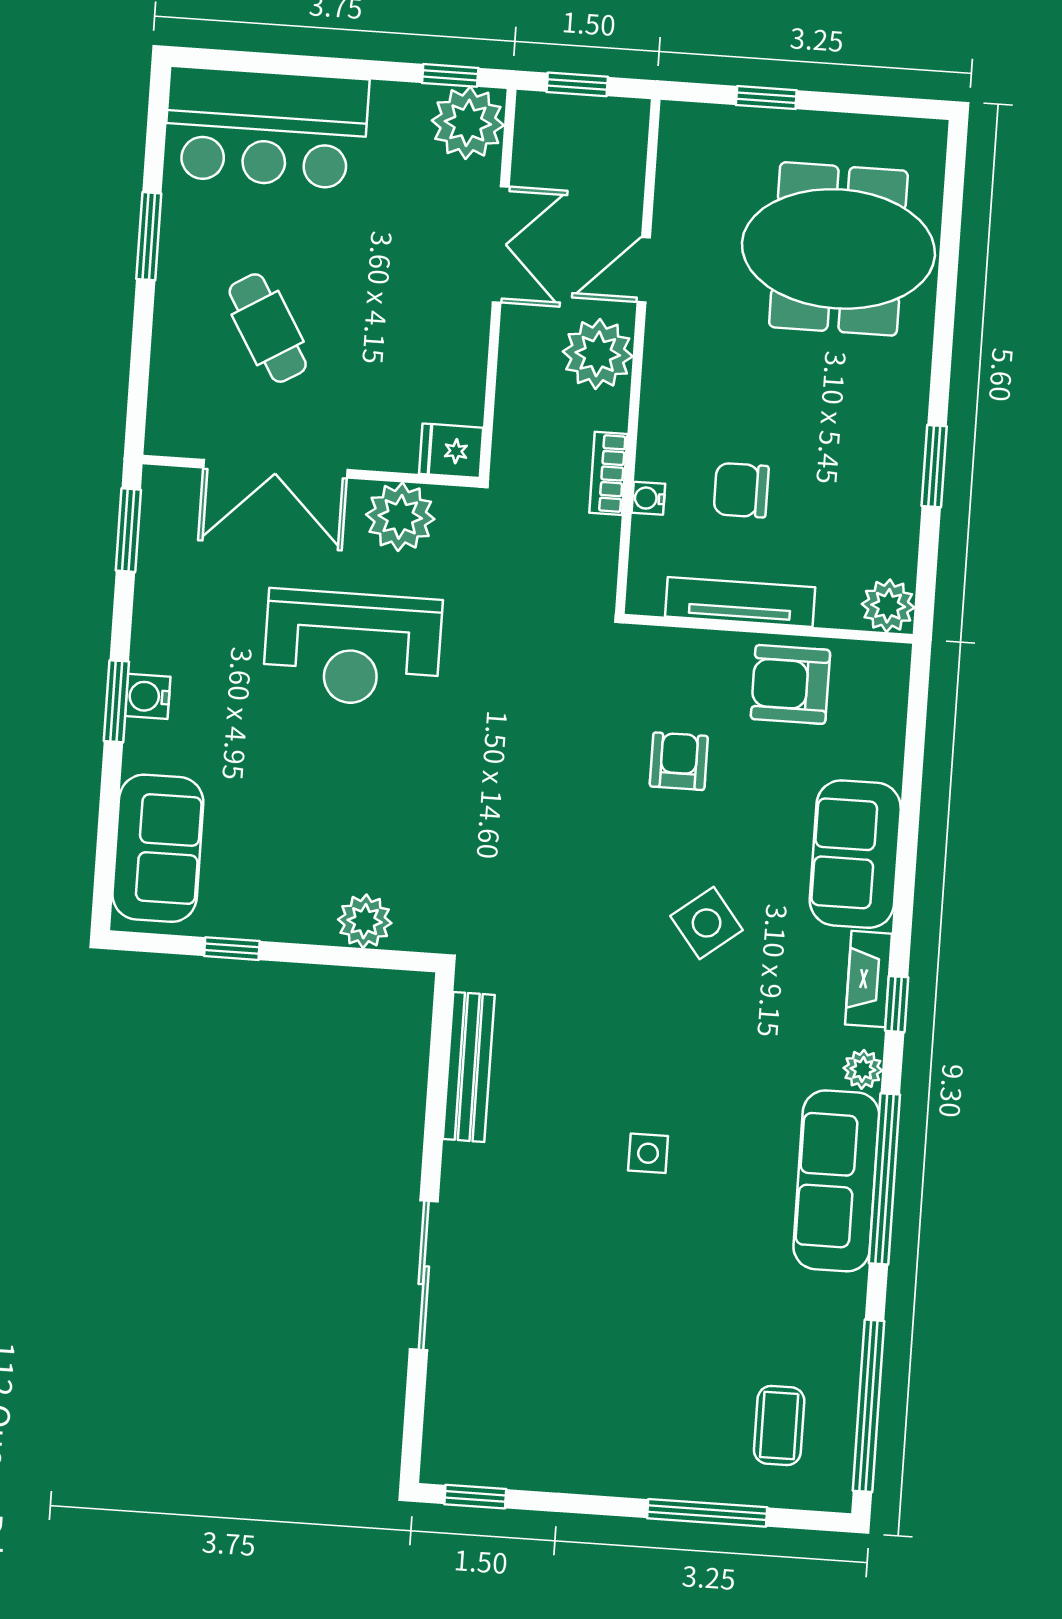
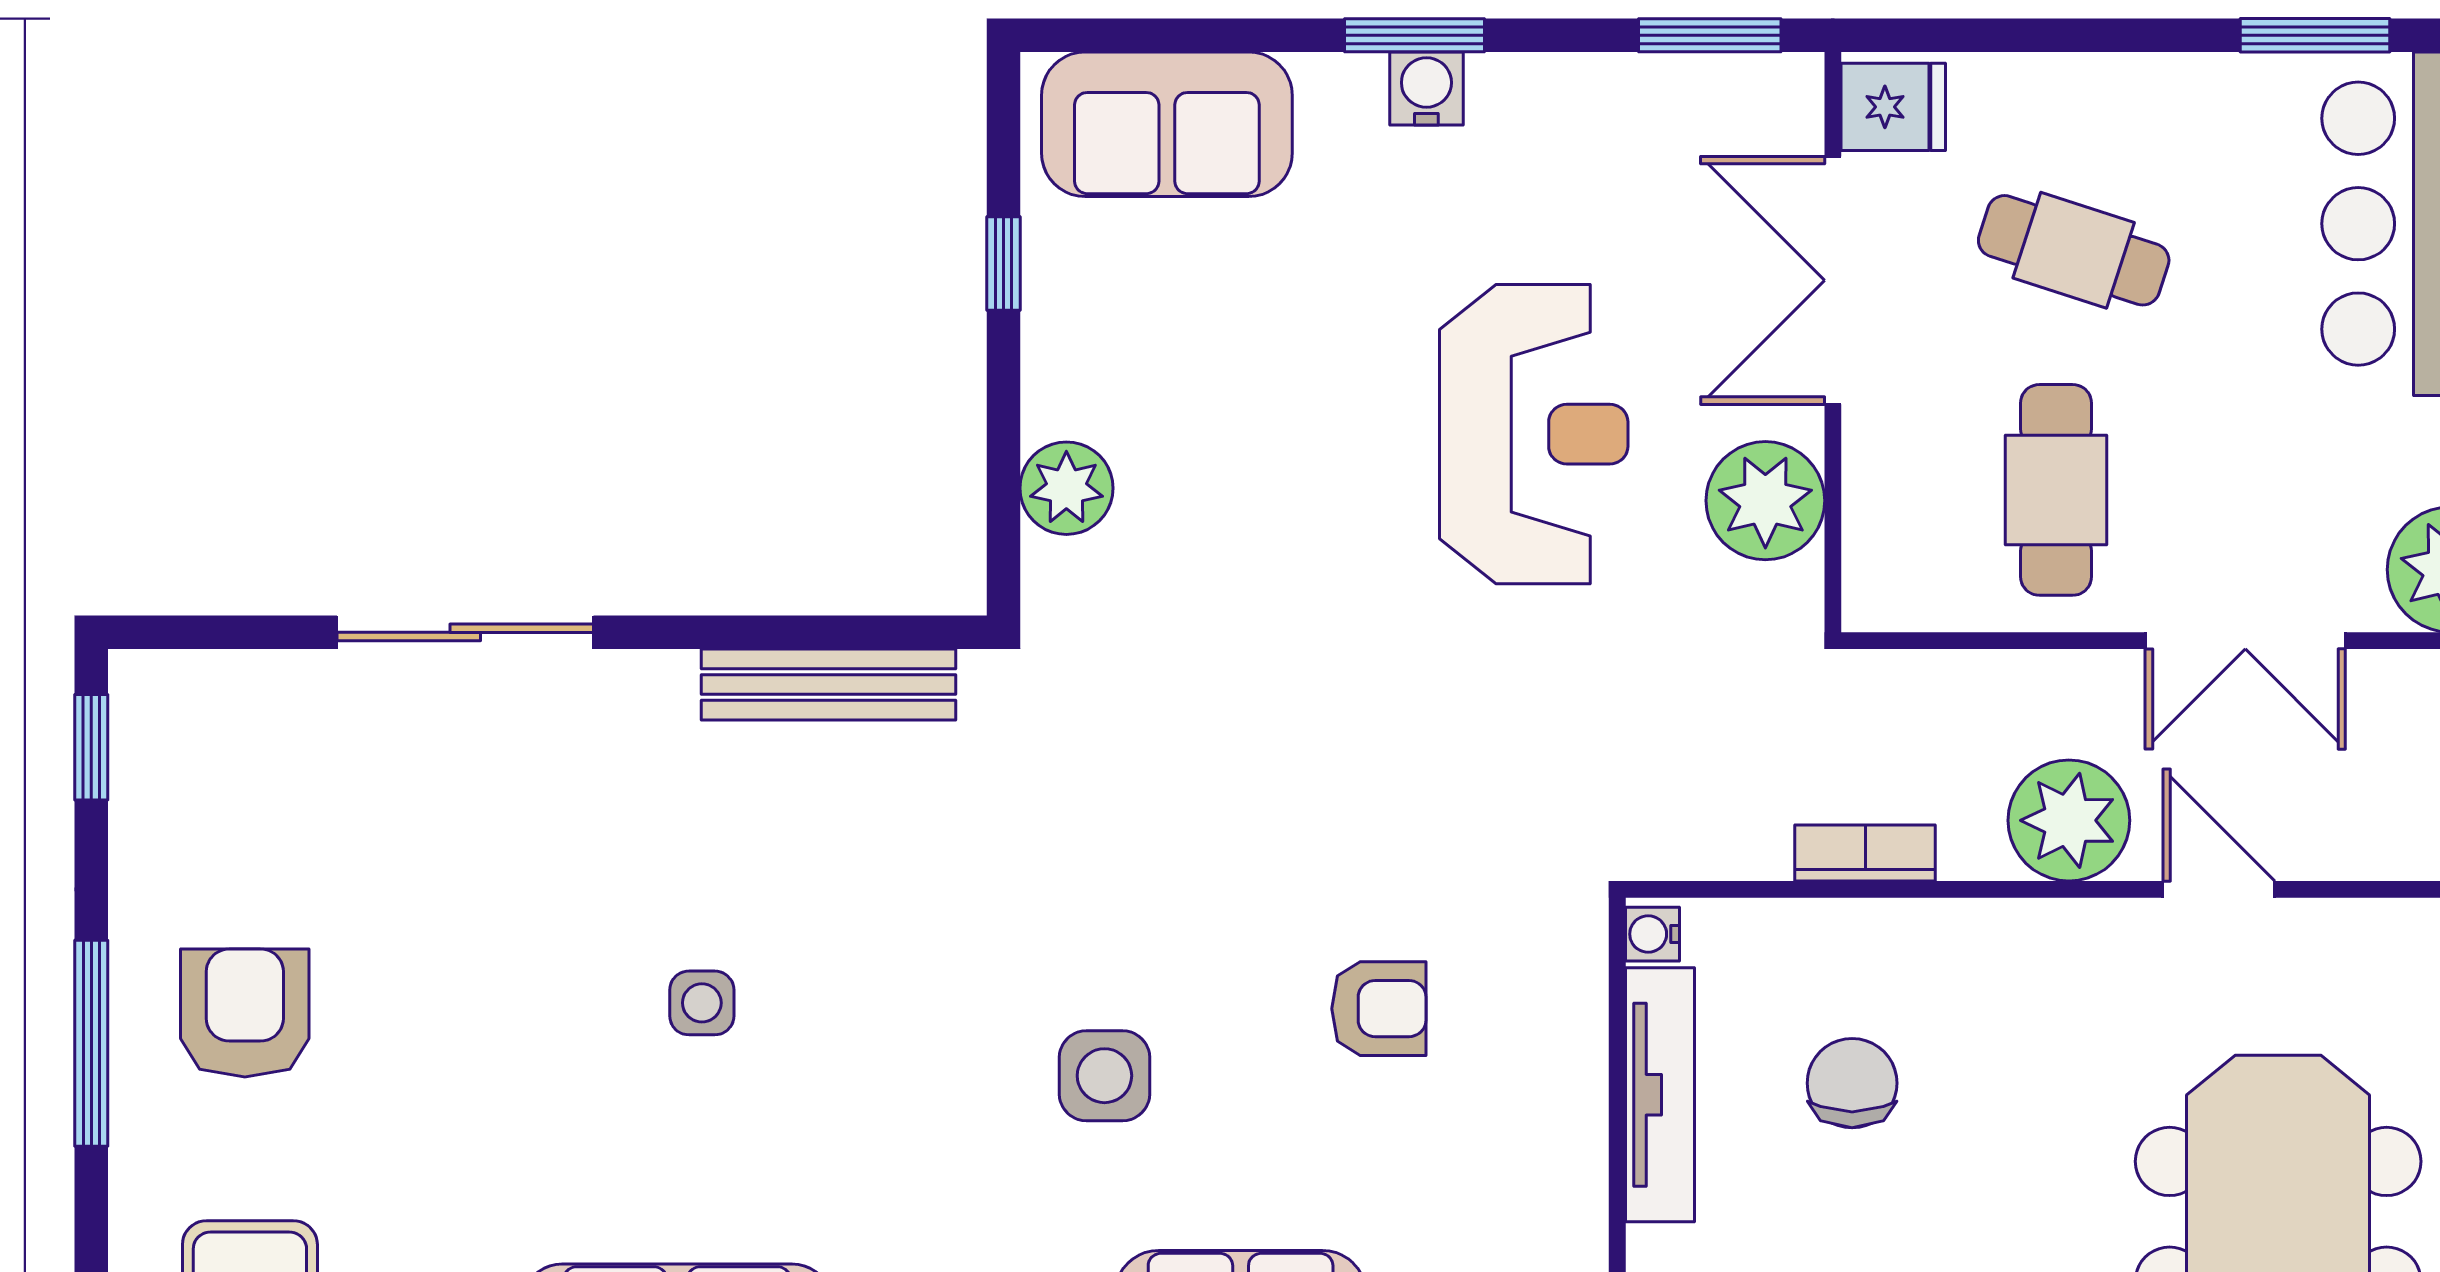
window: (149, 236) -> (2315, 35), moved
cafe table: (268, 328) -> (2074, 250), turned 49
cafe table: (406, 348) -> (2056, 490), added
fridge: (451, 451) -> (1893, 107), moved, turned 90
water cooler: (648, 498) -> (1652, 934), moved, turned -90
reception desk: (352, 648) -> (1534, 434), turned 180
armchair: (790, 684) -> (245, 1013), moved
side table: (707, 923) -> (1104, 1076), turned 38
window: (707, 1513) -> (91, 1043), moved

